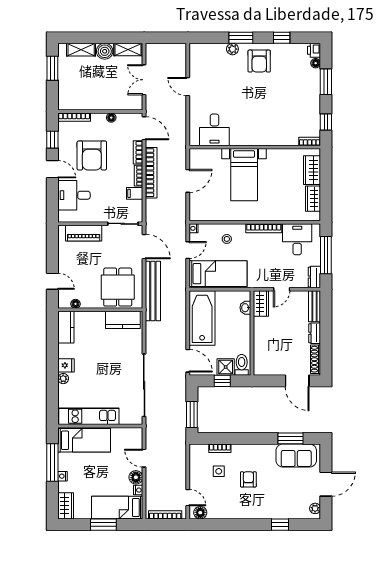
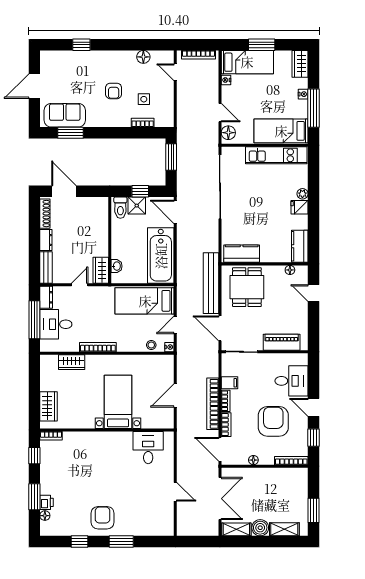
plant: (232, 49) -> (130, 530), removed
printer: (314, 50) -> (46, 502), moved
double door: (144, 80) -> (220, 499), width x1.37
wardrobe: (313, 199) -> (72, 362), moved, turned 90
stool: (227, 239) -> (151, 345), moved
desk: (297, 239) -> (56, 324), moved, turned 90
floor lamp: (136, 477) -> (228, 133), moved
plant: (315, 508) -> (45, 61), removed
floor lamp: (200, 513) -> (143, 57), moved

